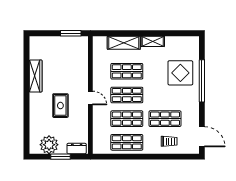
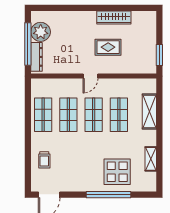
shelving: (153, 41) -> (151, 159), moved
rug: (60, 106) -> (108, 47), moved
shop shelf: (165, 119) -> (68, 155), removed
dresser: (77, 149) -> (37, 57), width x1.44
window: (60, 157) -> (28, 44), width x2.11

